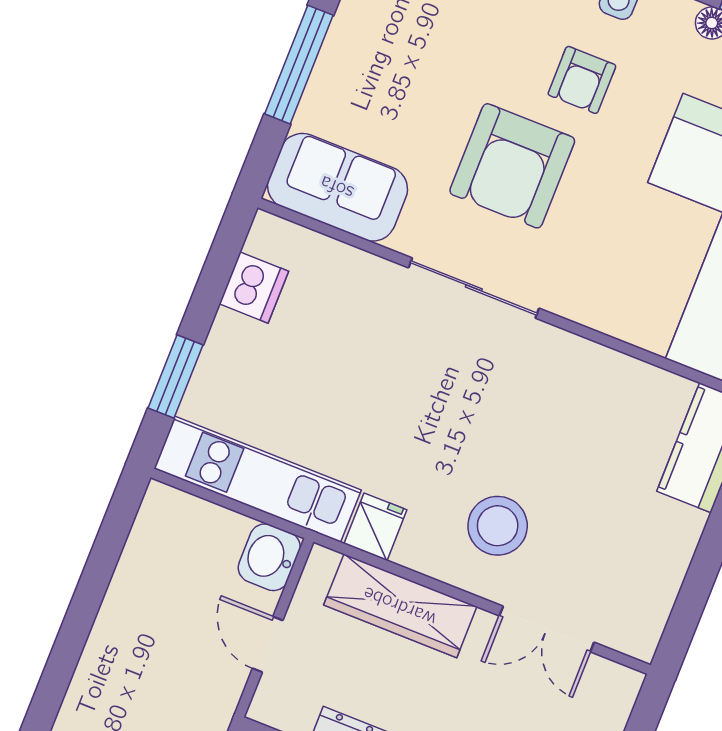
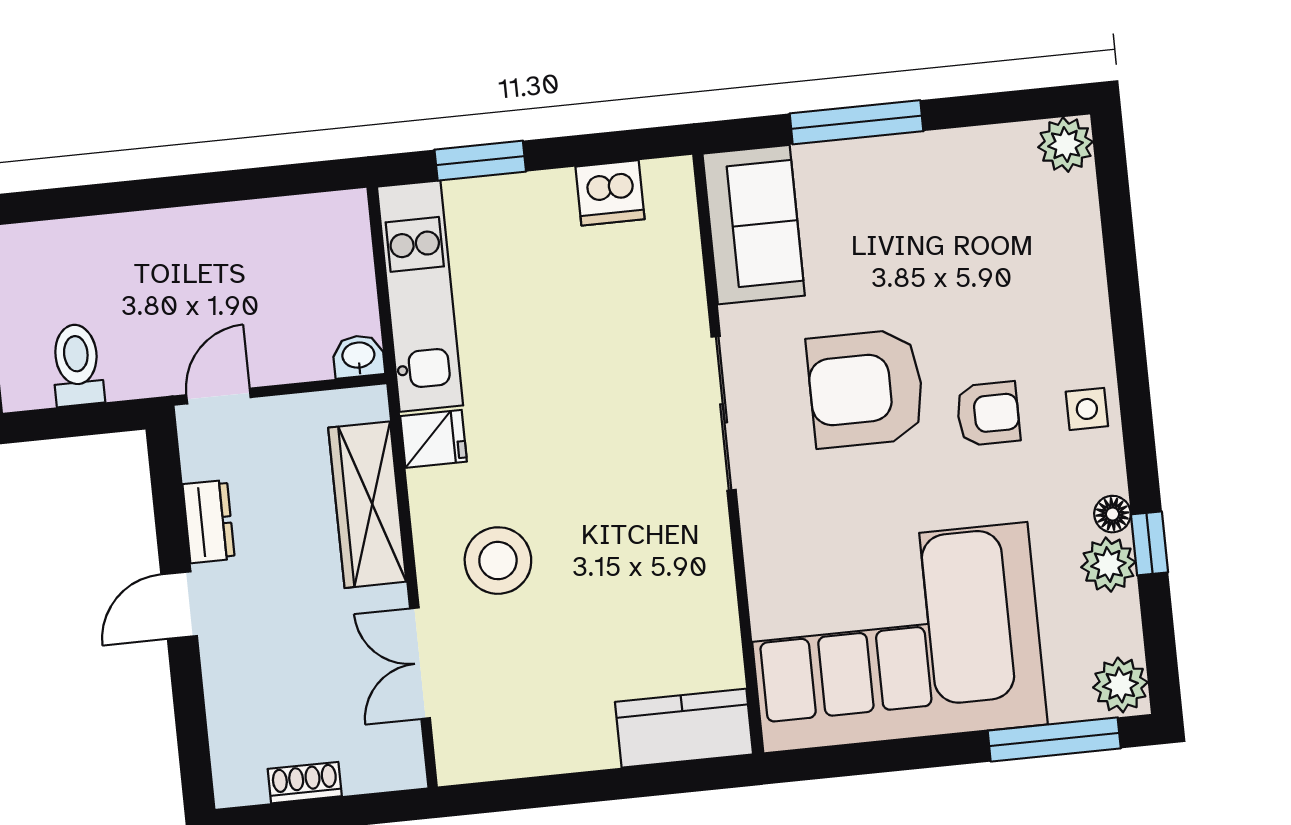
armchair: (582, 80) -> (988, 414), turned 180
washbasin: (269, 557) -> (358, 356), width x0.72, depth x0.69
door: (268, 644) -> (218, 396), moved

